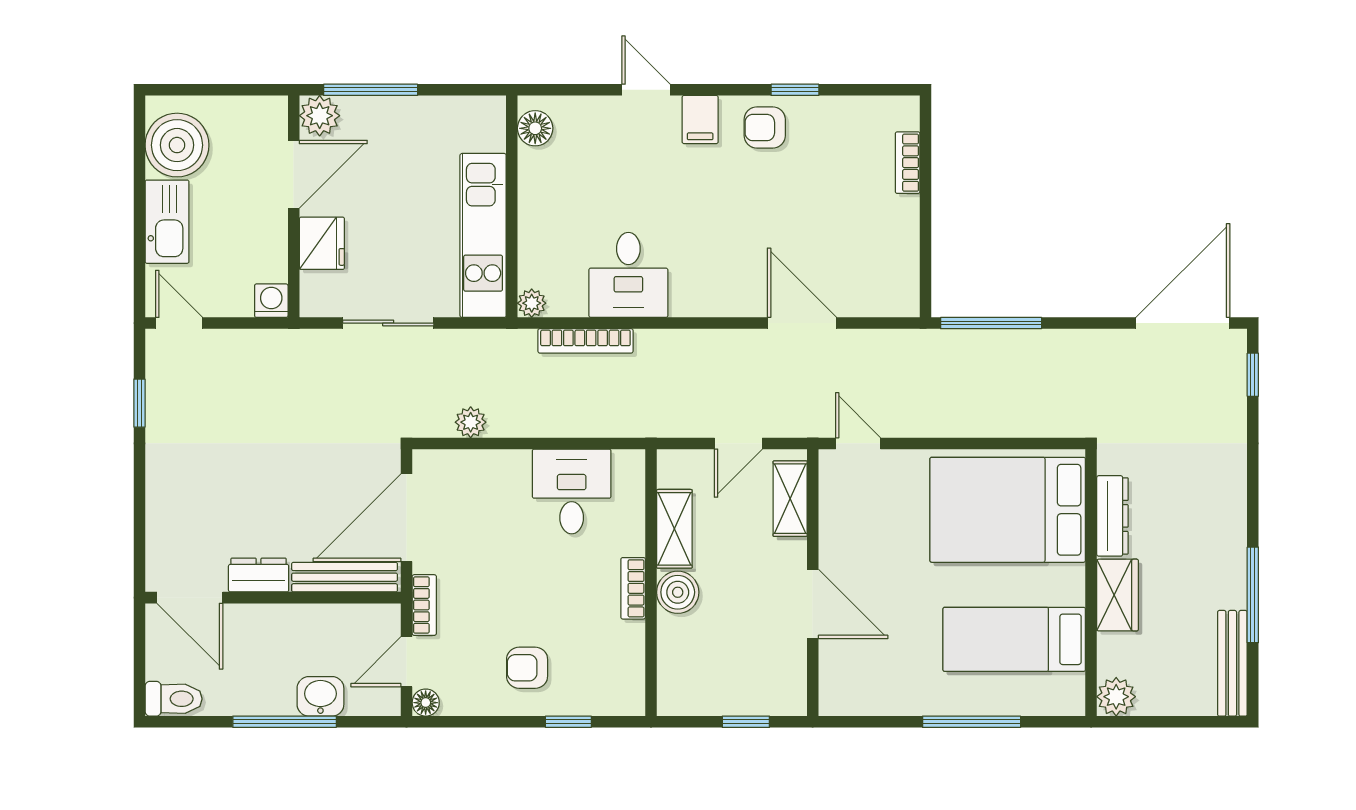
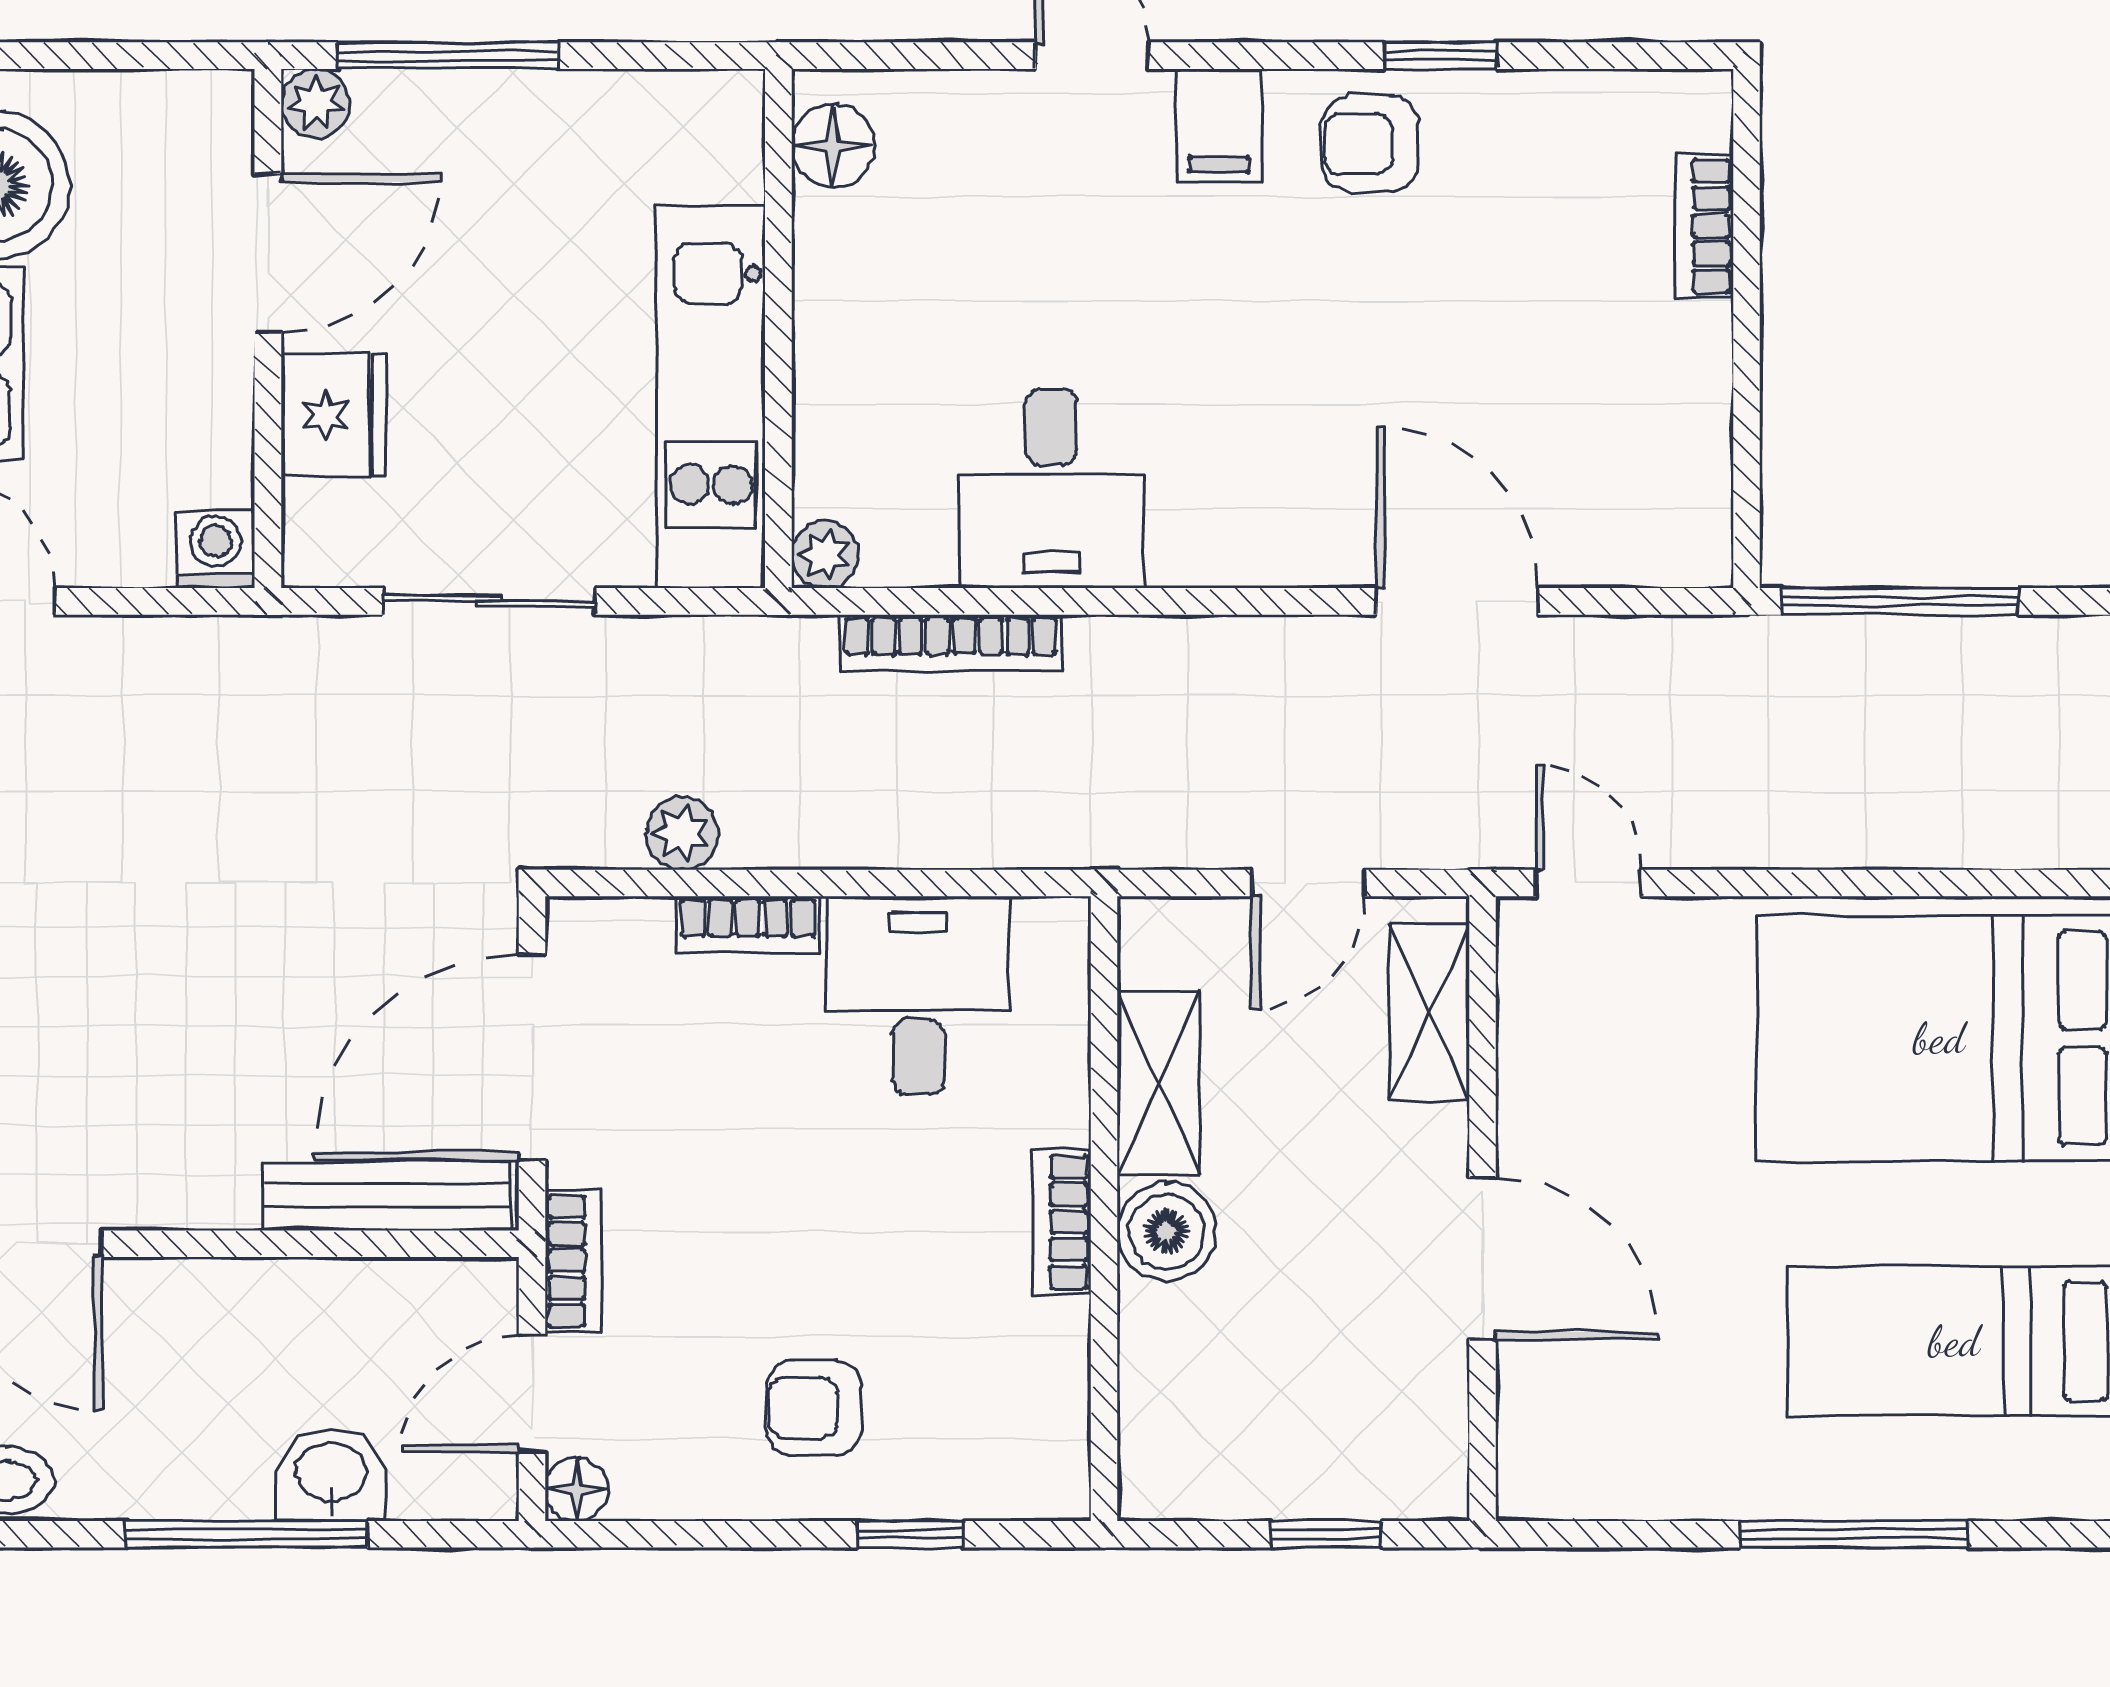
plant: (320, 116) -> (316, 103), width x0.73, depth x0.73
bookcase: (499, 461) -> (748, 925), added
dresser: (259, 575) -> (186, 1191), removed

